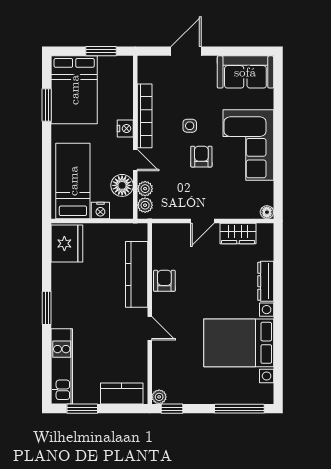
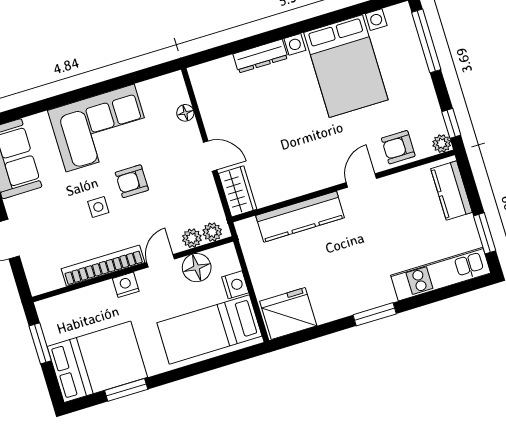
floor lamp: (267, 212) -> (185, 113), moved
wardrobe: (238, 233) -> (238, 191), moved
armchair: (164, 281) -> (398, 147), moved

